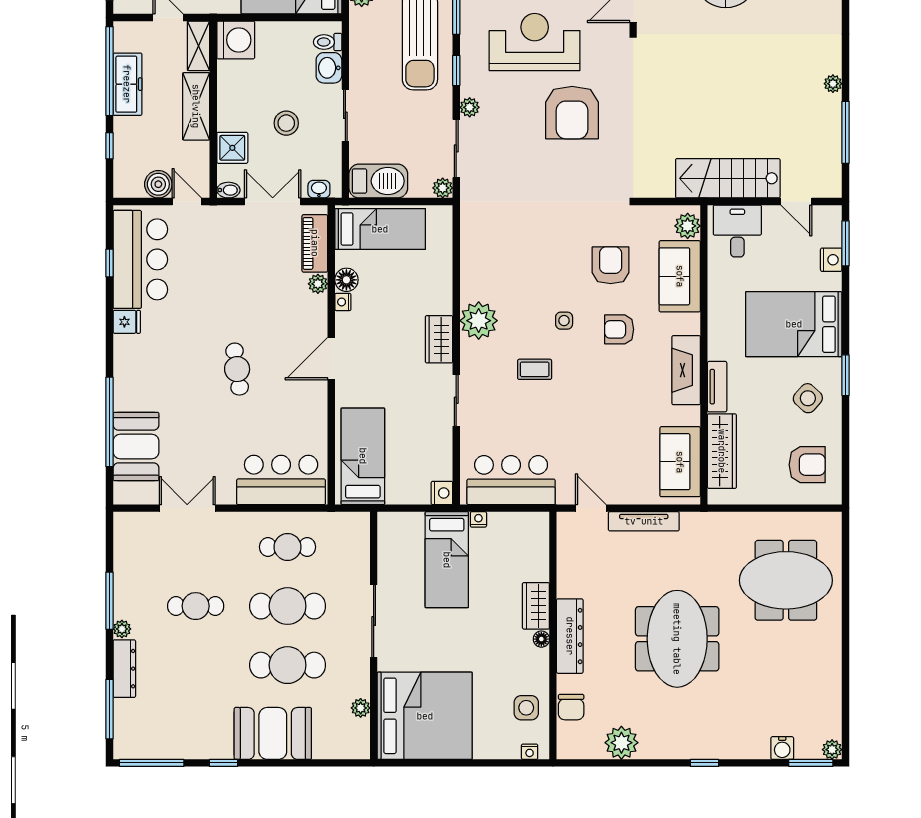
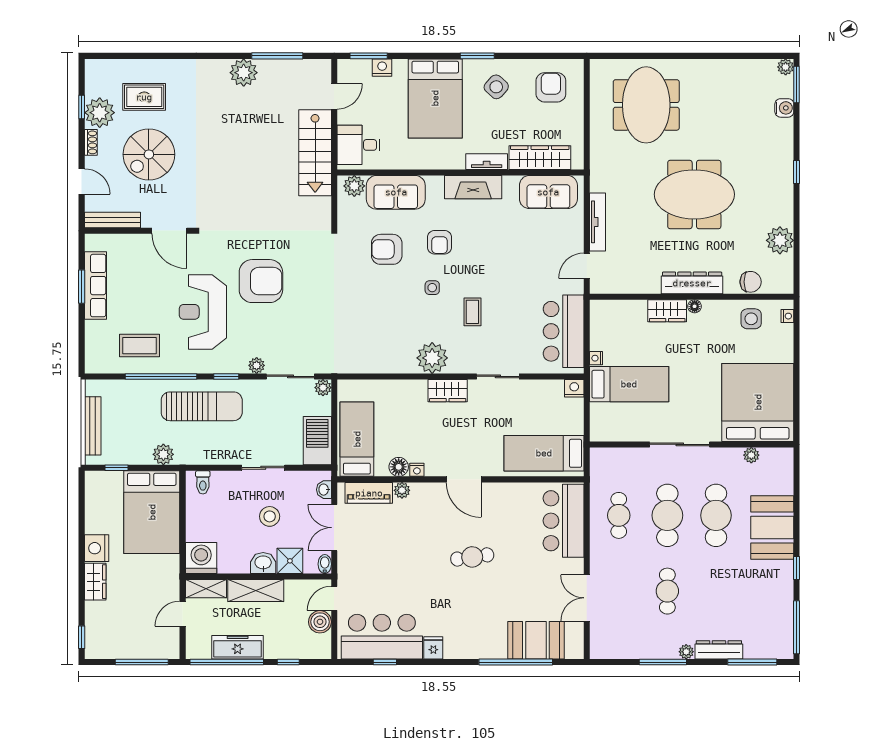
washbasin: (329, 68) -> (263, 563), moved, turned 180
plant: (833, 84) -> (244, 73), width x1.88, depth x1.88

